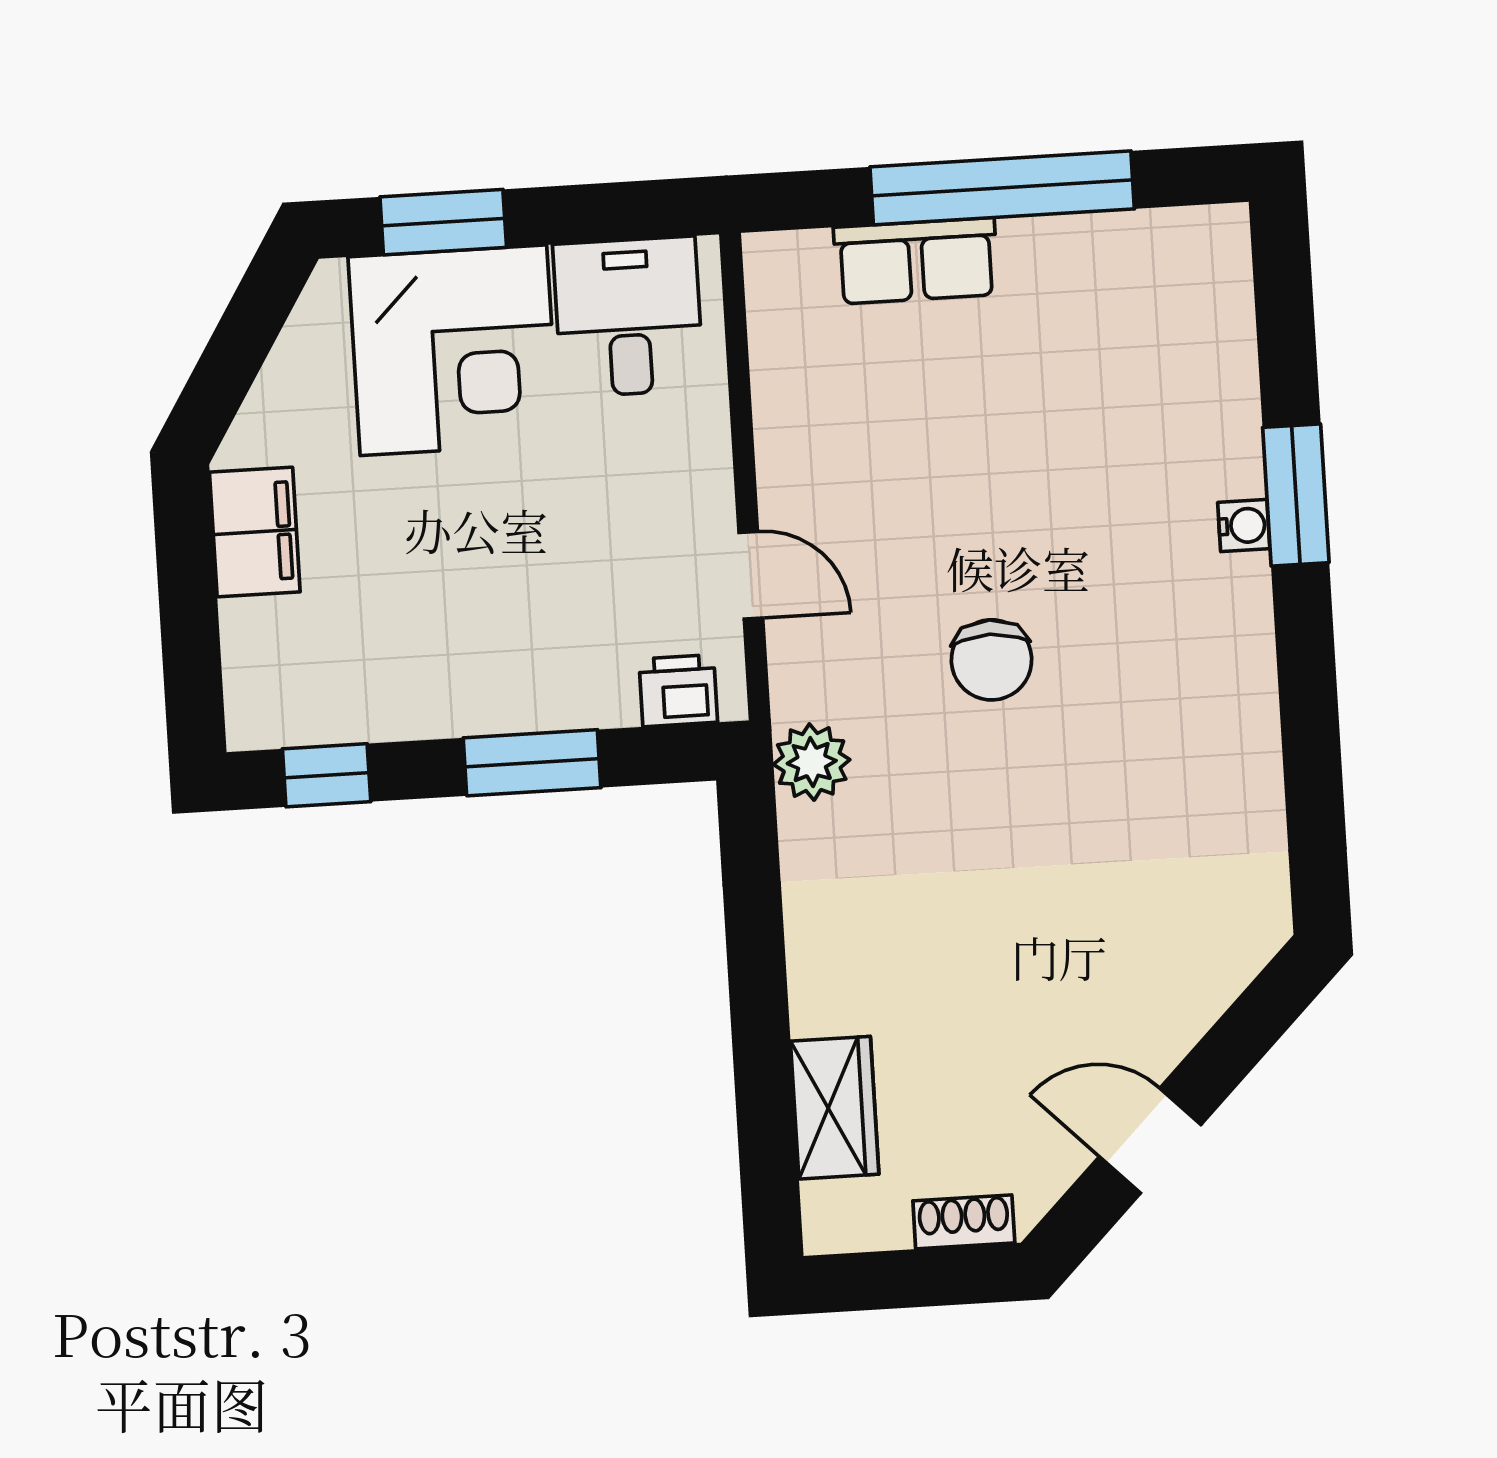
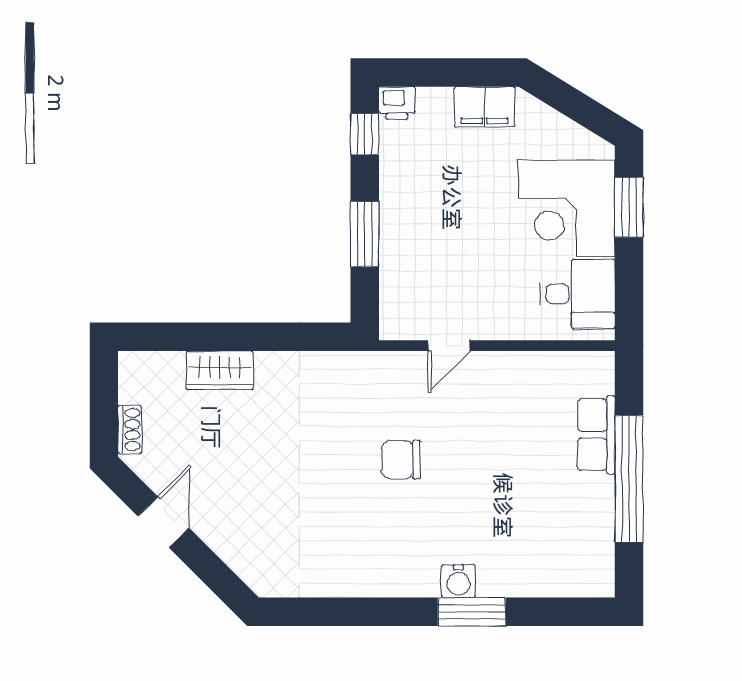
water cooler: (1244, 526) -> (458, 581), width x1.38, depth x1.38
printer: (678, 691) -> (397, 103), moved, turned 90
plant: (812, 762) -> (357, 370), removed
wardrobe: (835, 1108) -> (220, 370), moved

